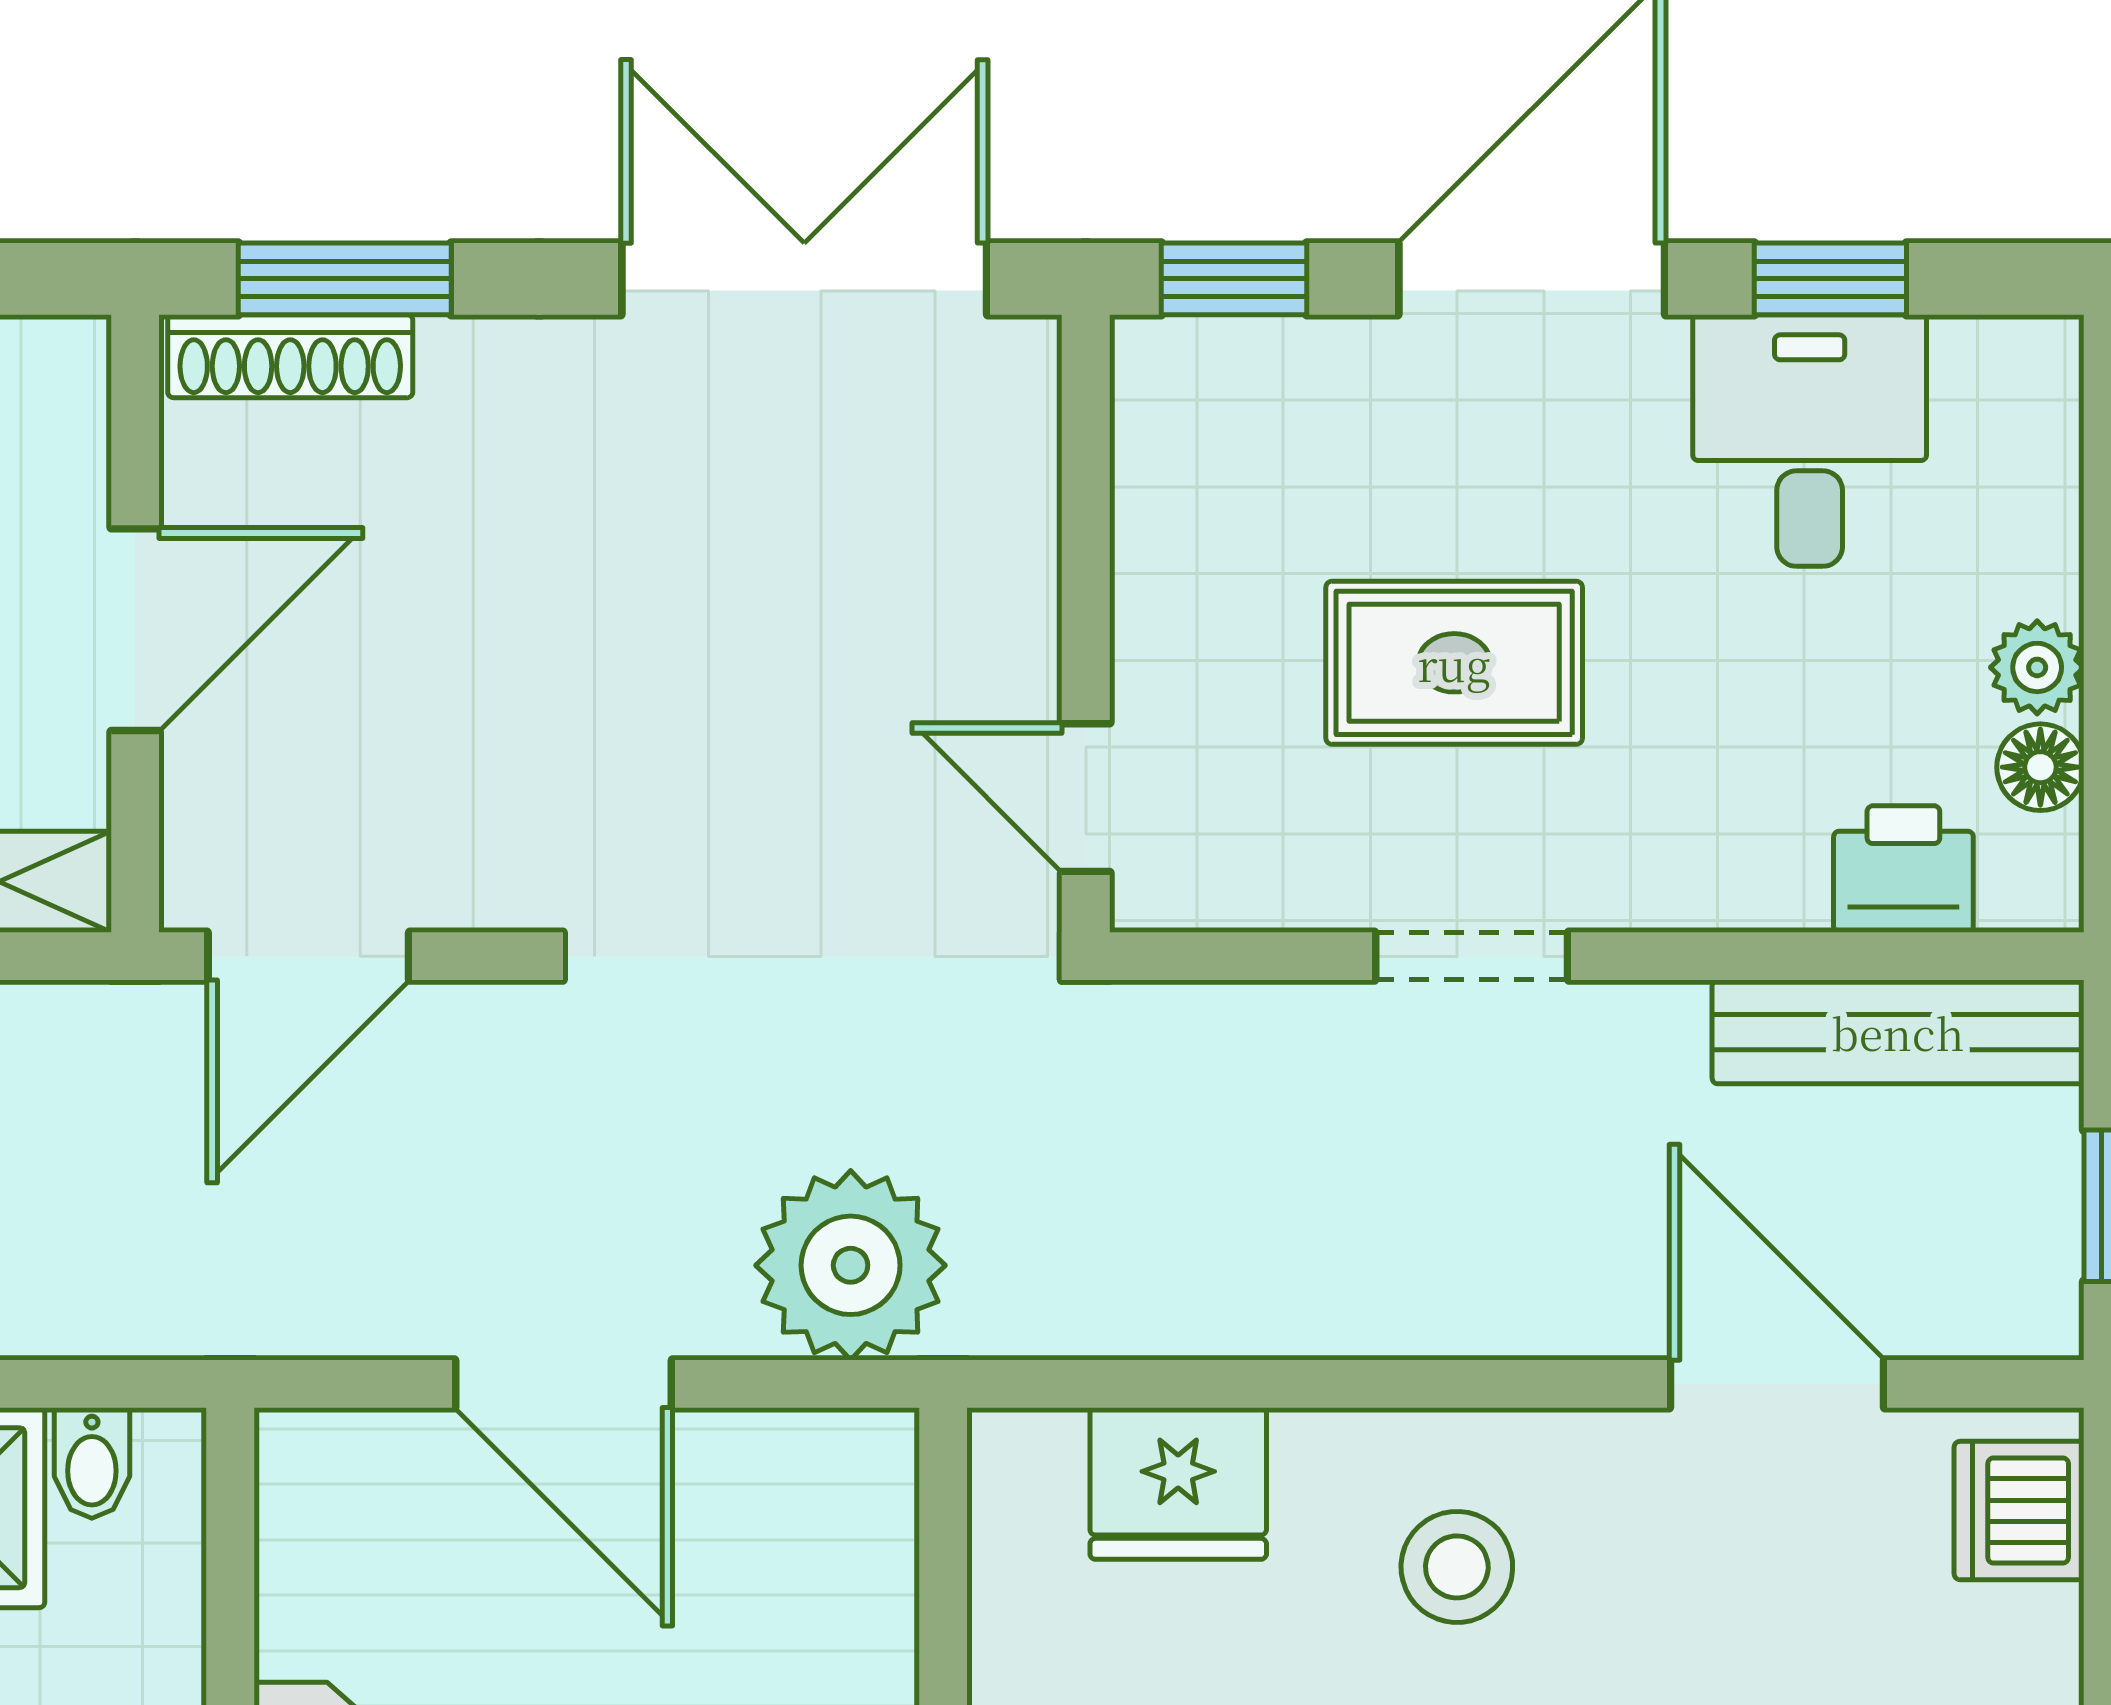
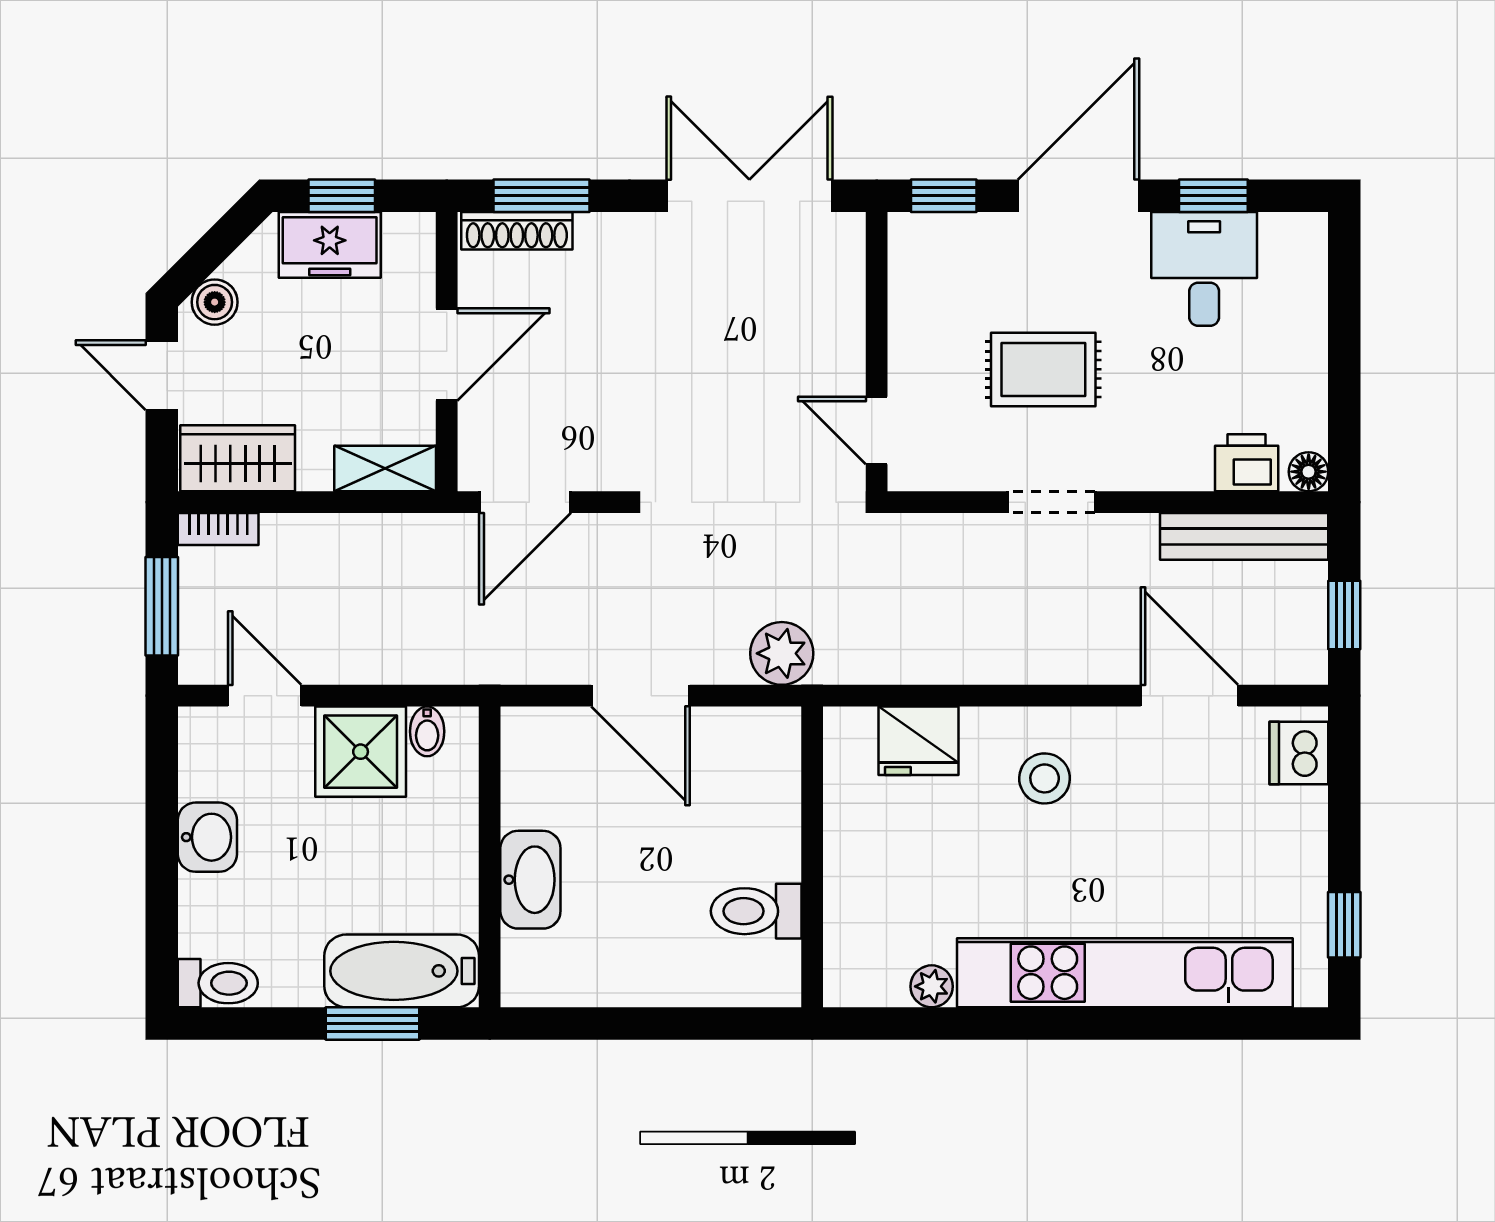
plant: (2037, 667) -> (1307, 372), removed
floor lamp: (2040, 767) -> (1309, 472), moved
plant: (851, 1265) -> (782, 653), width x0.73, depth x0.73

